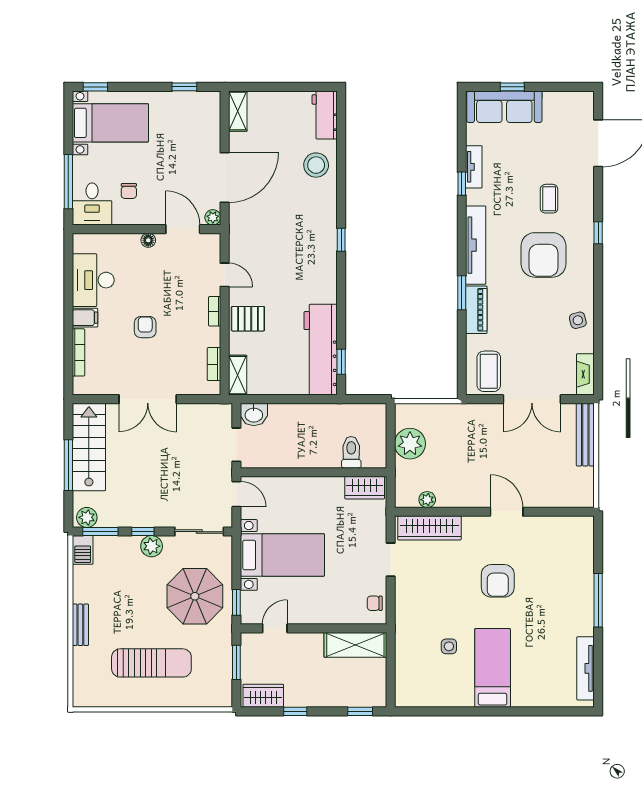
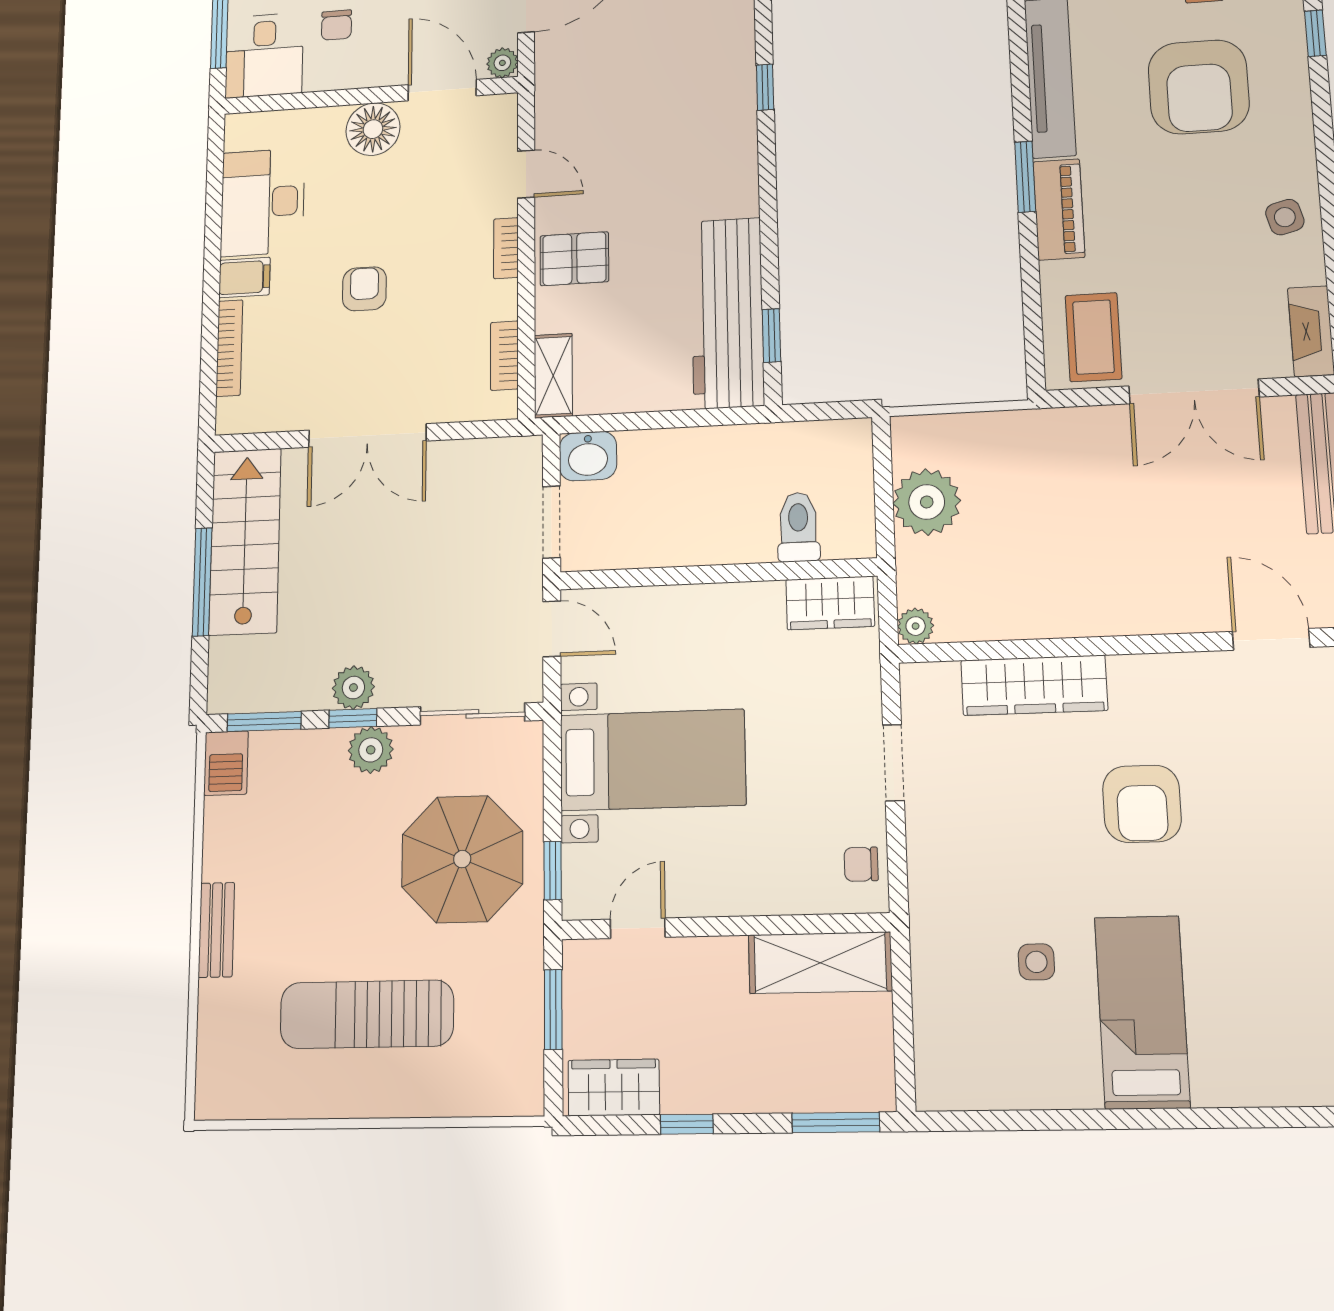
floor lamp: (148, 240) -> (373, 129), width x1.89, depth x1.89
plant: (427, 500) -> (916, 626), moved
door: (507, 512) -> (1271, 639), moved
plant: (87, 517) -> (353, 688), moved
wardrobe: (429, 528) -> (1034, 685), moved
sun lounger: (151, 663) -> (367, 1014), turned 180
window: (360, 711) -> (836, 1122), width x1.50

